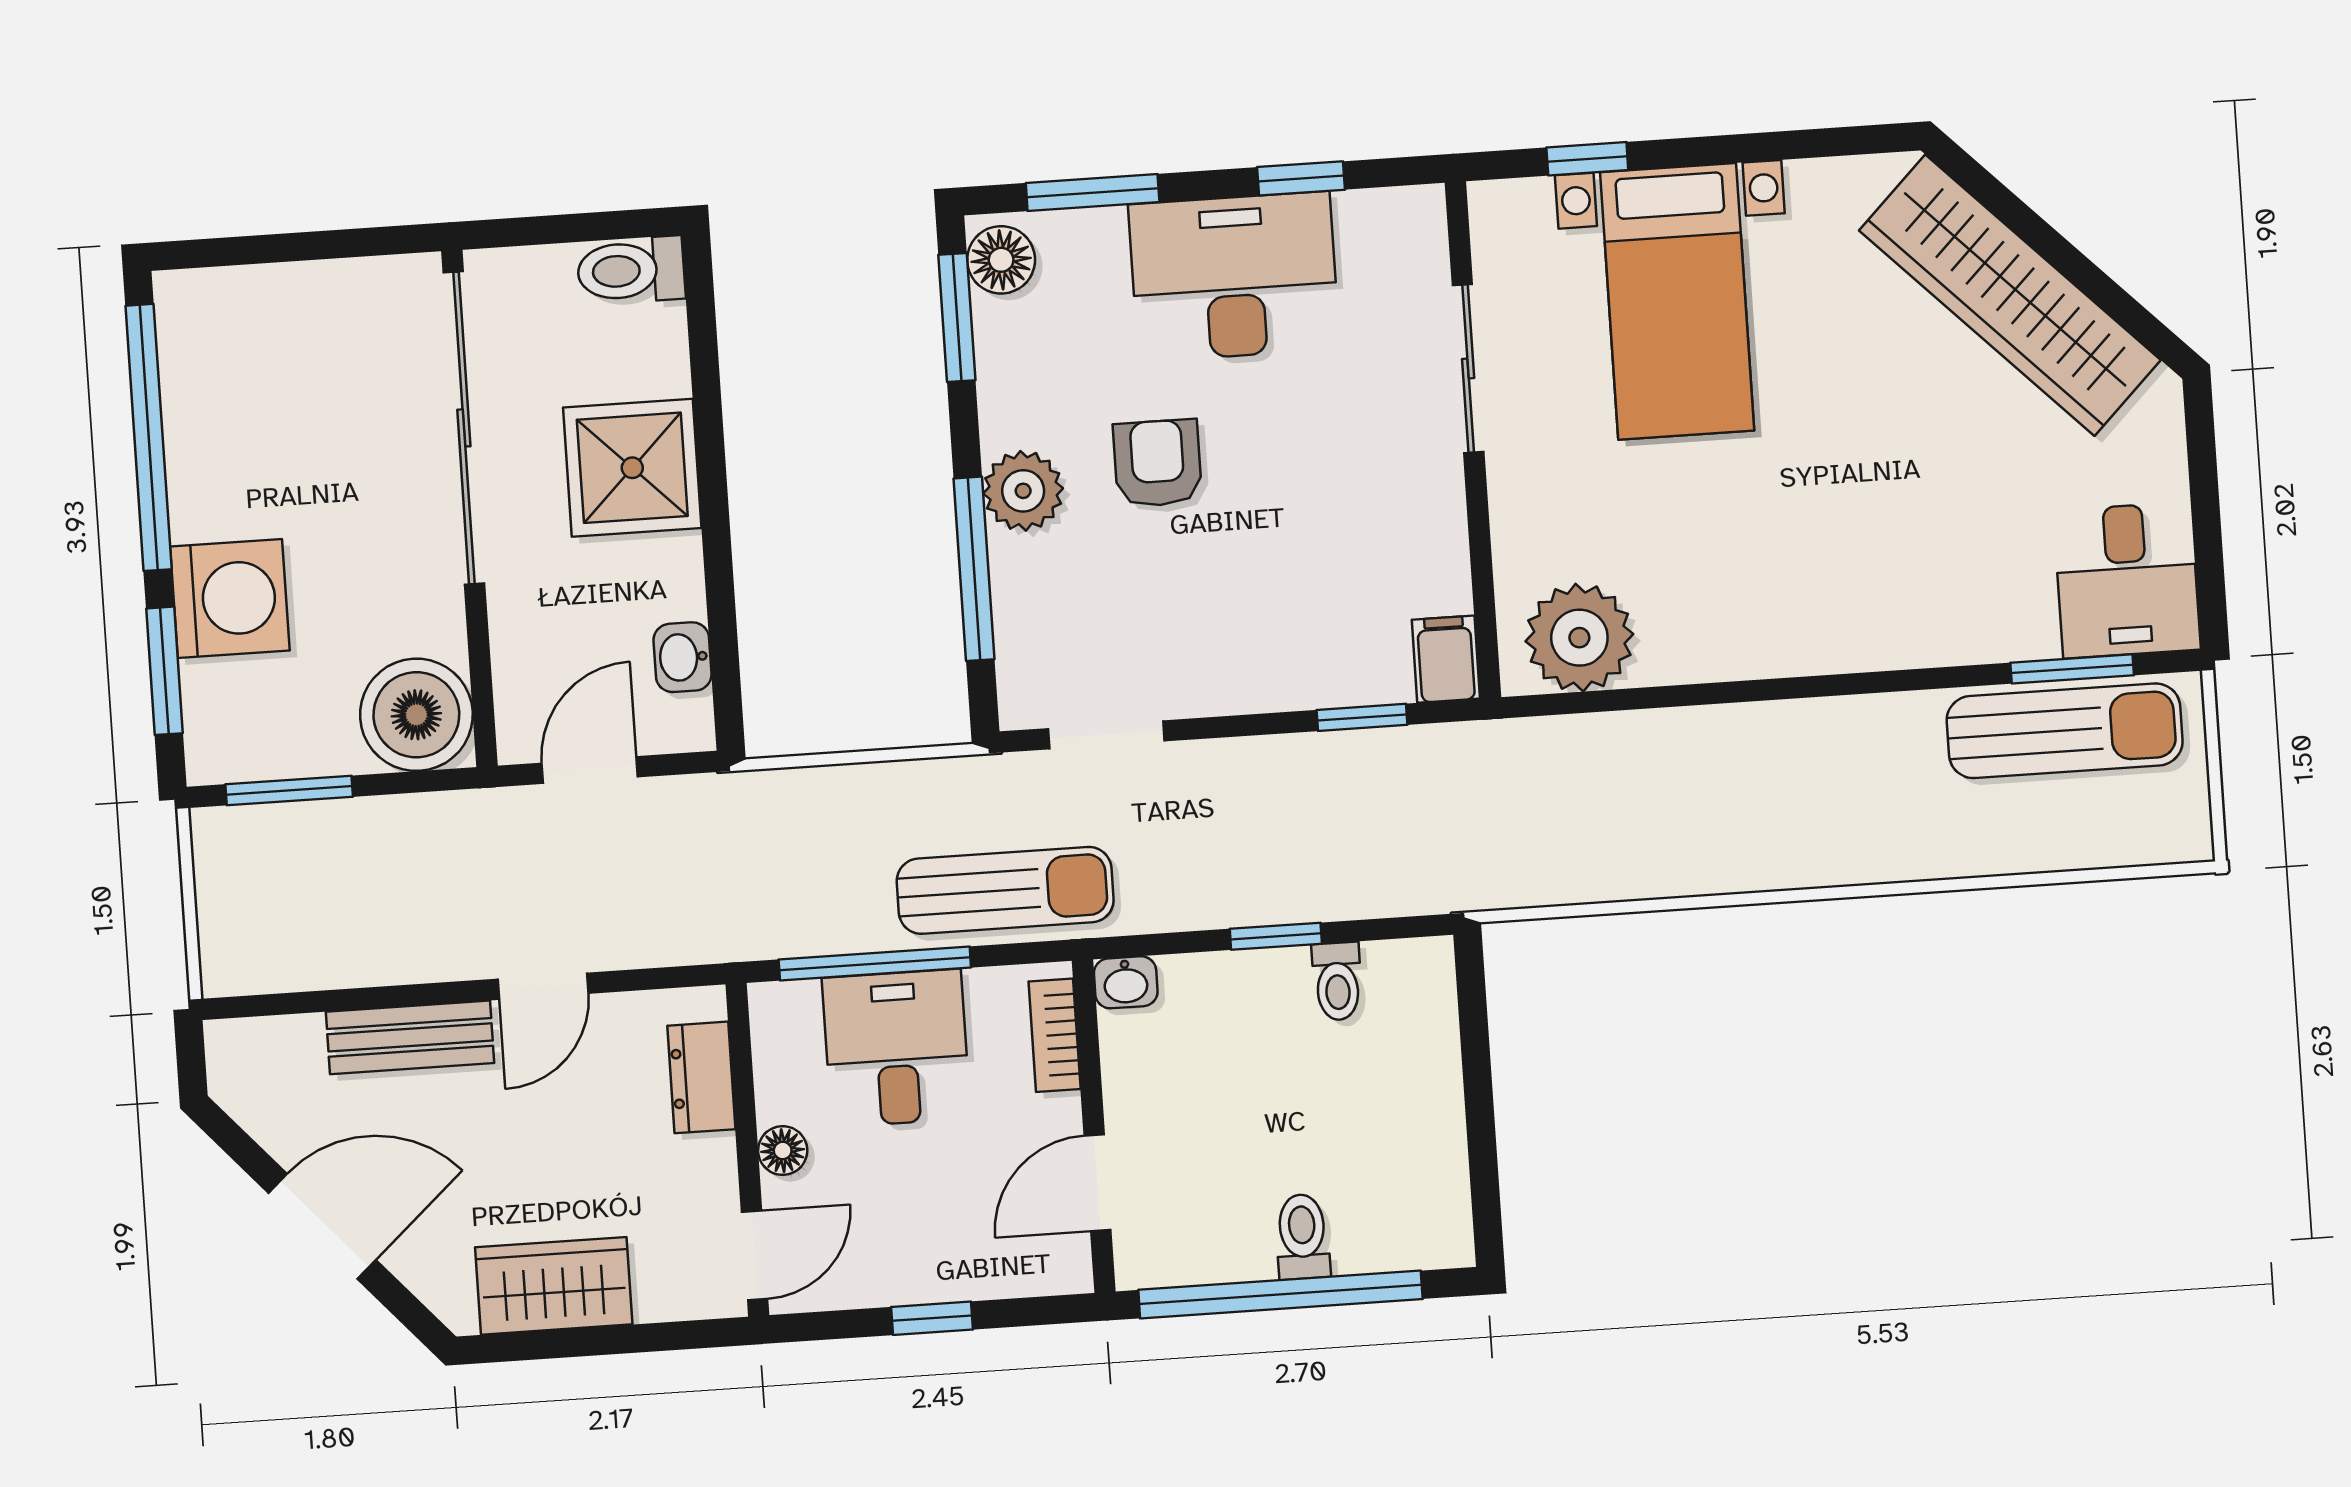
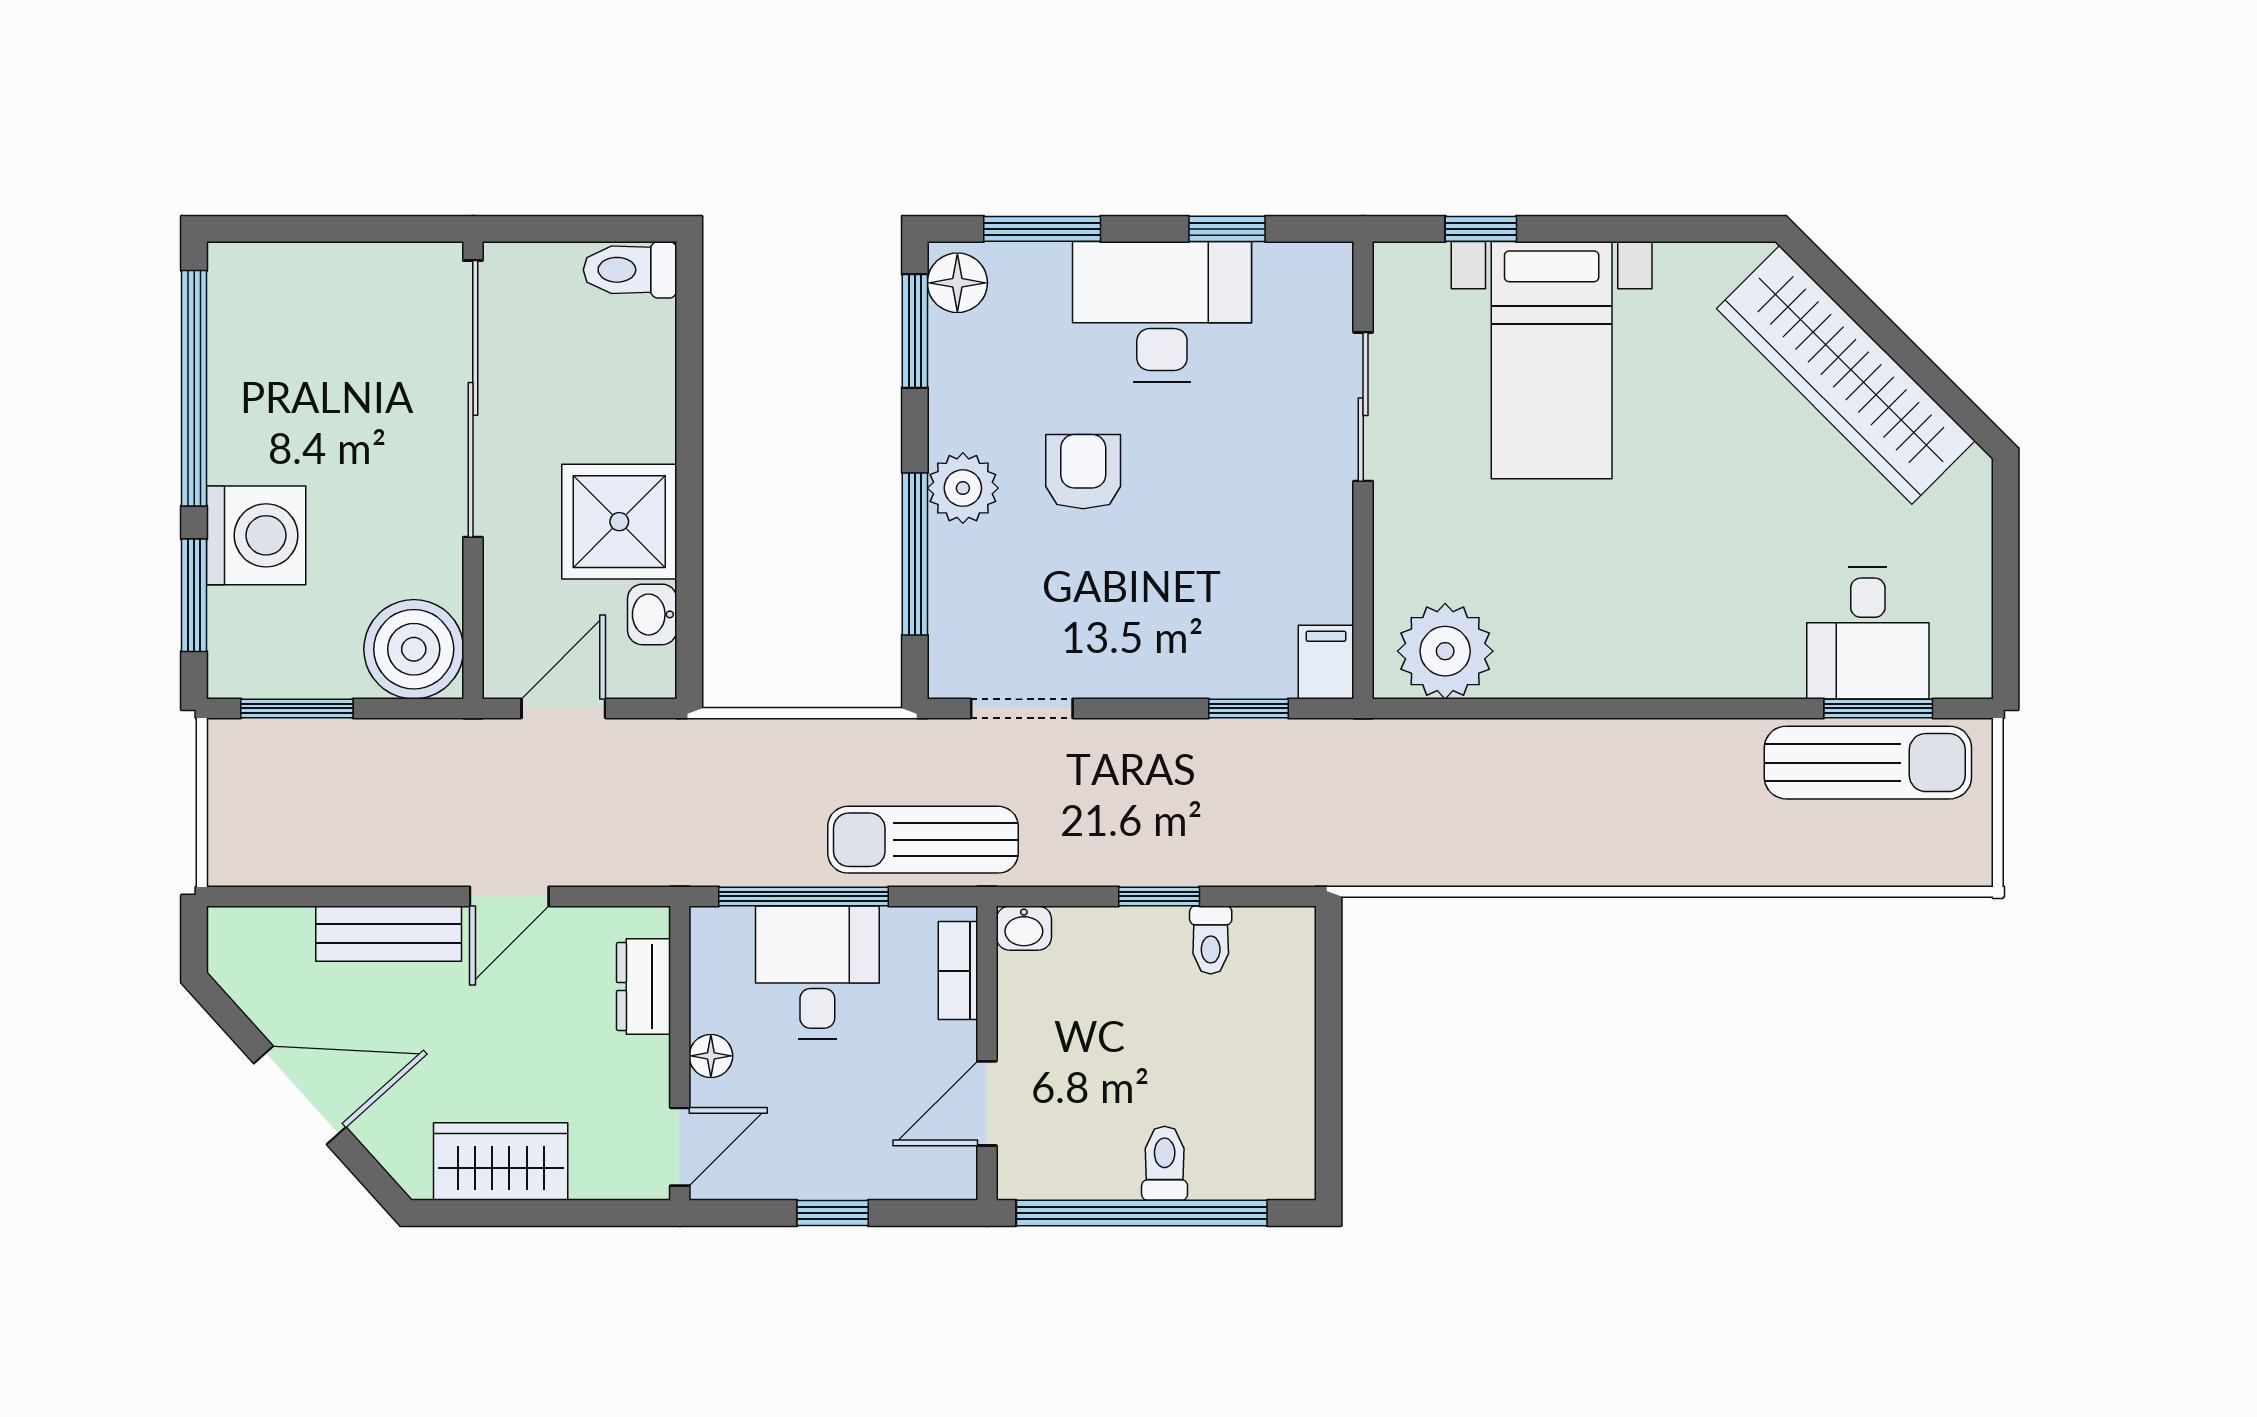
shower: (632, 468) -> (619, 522), moved
desk: (2127, 580) -> (1868, 633), moved
sun lounger: (1005, 890) -> (923, 840), turned 180

